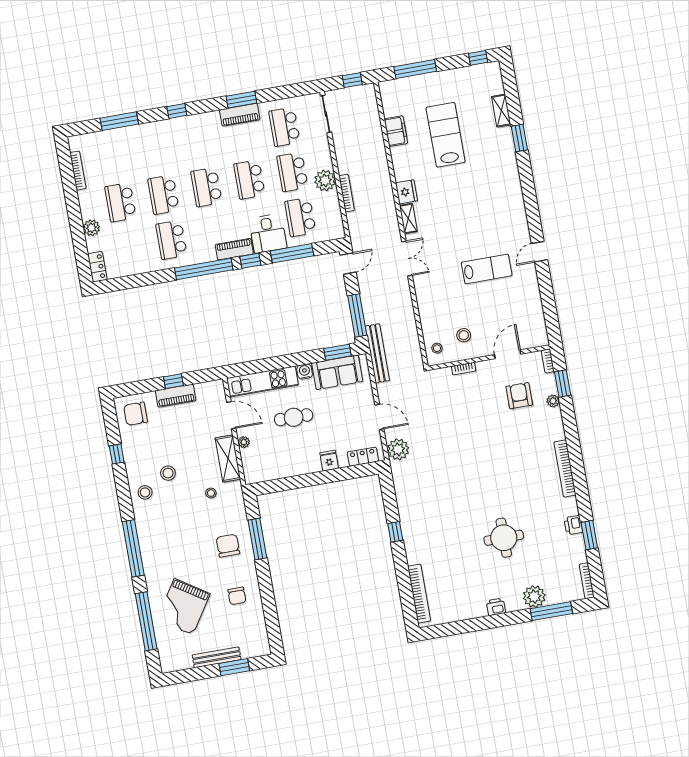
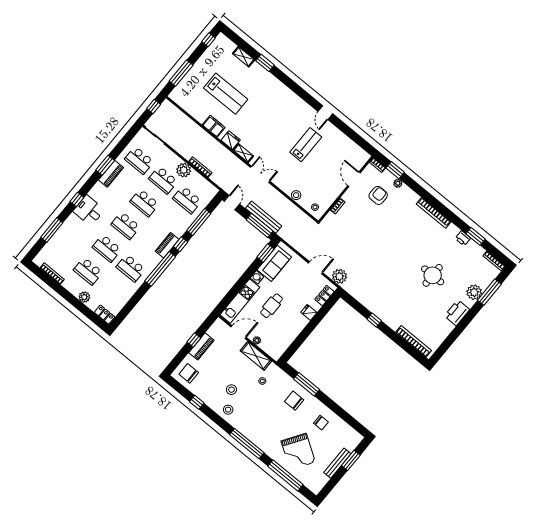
filing cabinet: (396, 131) -> (214, 126), moved
lab bench: (446, 135) -> (226, 94), turned 180
desk: (268, 233) -> (89, 210), moved, turned 180
stool: (464, 335) -> (296, 195), moved
bench: (377, 353) -> (264, 217), moved
armchair: (519, 396) -> (378, 195), turned 90
chair: (136, 414) -> (189, 373), turned 90
printer: (496, 607) -> (457, 313), width x1.87, depth x1.48

